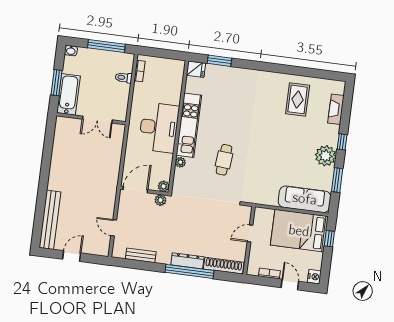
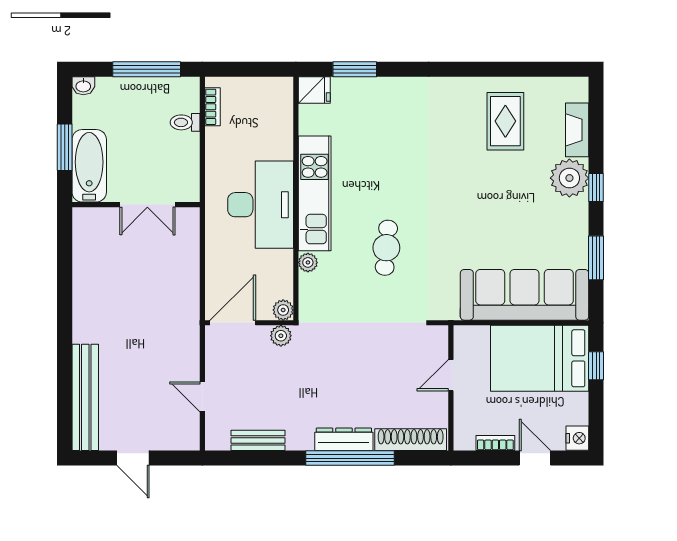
plant: (326, 156) -> (569, 178), moved
sofa: (305, 199) -> (525, 295), width x1.36, depth x1.27
door: (72, 256) -> (133, 458), swing flipped

